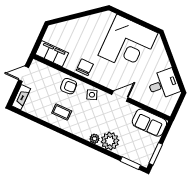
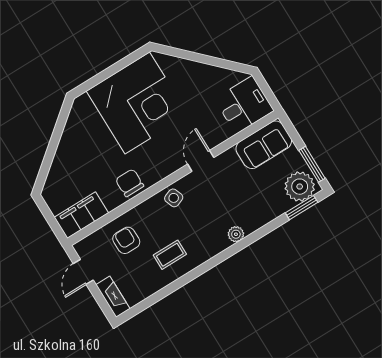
desk: (163, 84) -> (244, 105), moved, turned 45
armchair: (69, 86) -> (126, 240), moved, turned -86
plant: (110, 141) -> (300, 187), moved

